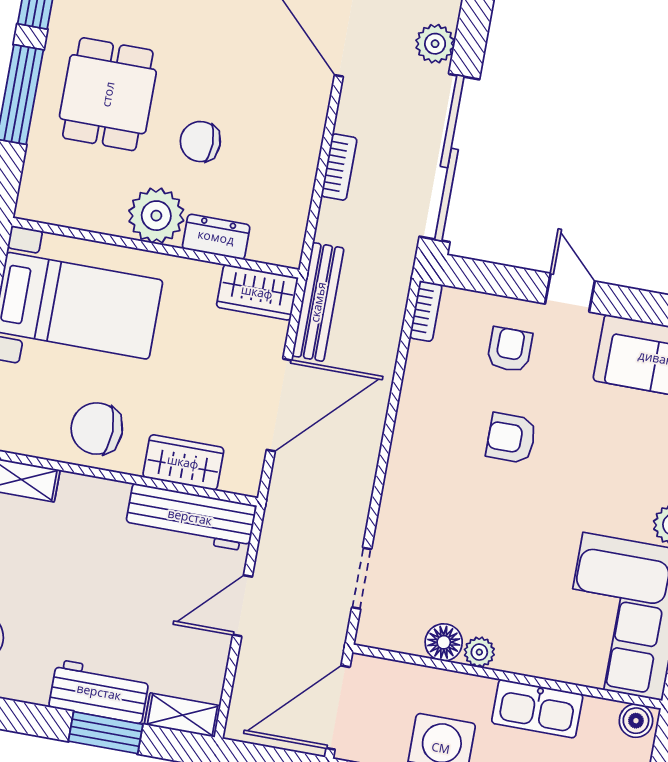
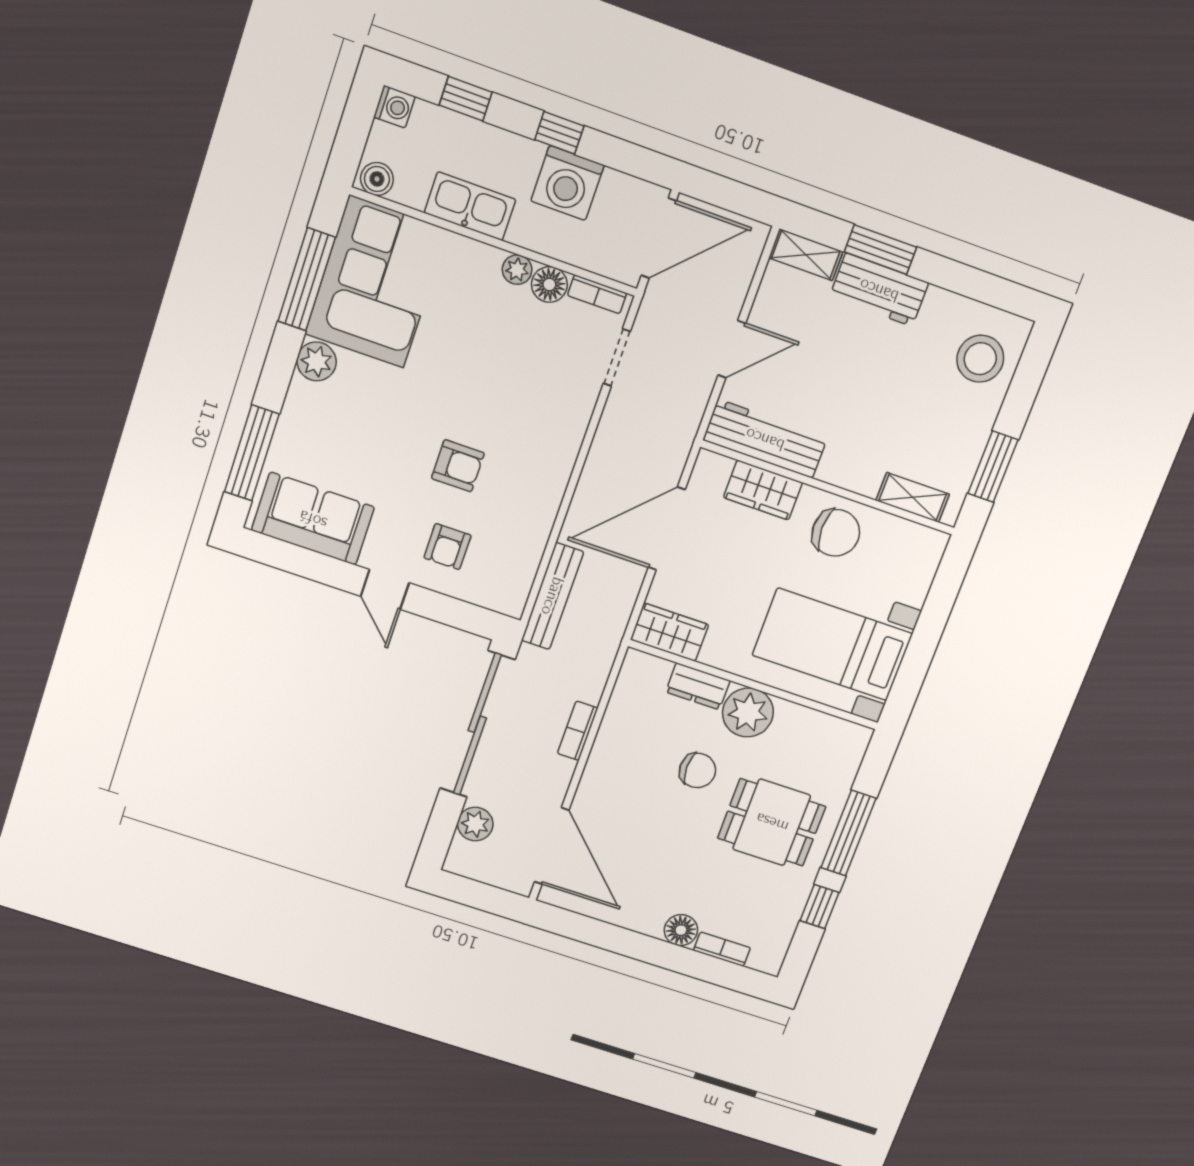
dining table: (108, 94) -> (772, 822), turned 90
bench: (318, 302) -> (552, 596), moved
bookcase: (426, 311) -> (597, 294), moved, turned -90

